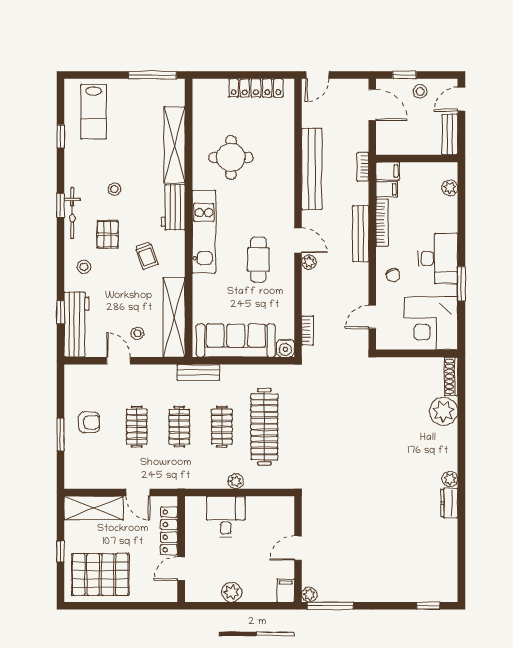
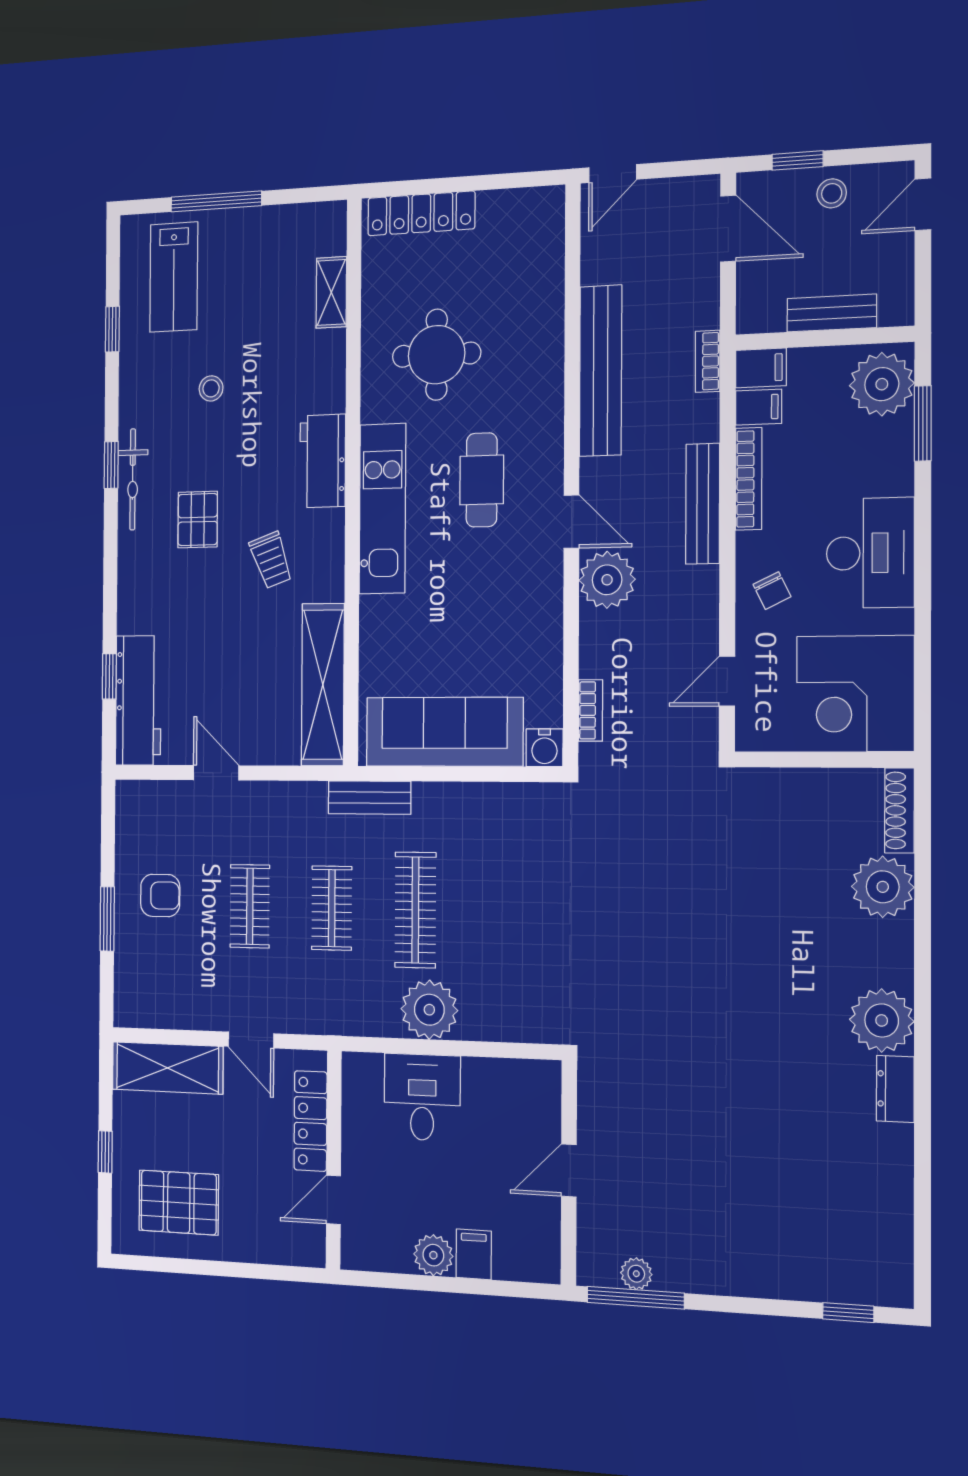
window: (152, 75) -> (216, 201), moved
locker: (256, 88) -> (421, 213), moved
bench: (450, 134) -> (832, 313), moved, turned 90
shelving: (174, 145) -> (331, 292), width x0.45, depth x0.75
plant: (450, 188) -> (882, 384), width x1.87, depth x1.87
stool: (114, 189) -> (211, 388), moved
cafe table: (258, 260) -> (482, 480), moved
plant: (309, 262) -> (607, 580), width x1.88, depth x1.88
stool: (84, 267) -> (153, 585), removed
window: (461, 284) -> (923, 423), moved
stool: (137, 333) -> (252, 717), removed
clothes rail: (222, 427) -> (415, 910), width x1.36
clothes rail: (264, 427) -> (501, 912), removed
plant: (450, 479) -> (882, 1020), width x1.87, depth x1.87
plant: (236, 481) -> (429, 1010), width x1.88, depth x1.88
pallet: (100, 575) -> (179, 1203), width x0.73, depth x0.71
filing cabinet: (286, 590) -> (474, 1254), moved
plant: (309, 595) -> (636, 1274), moved

